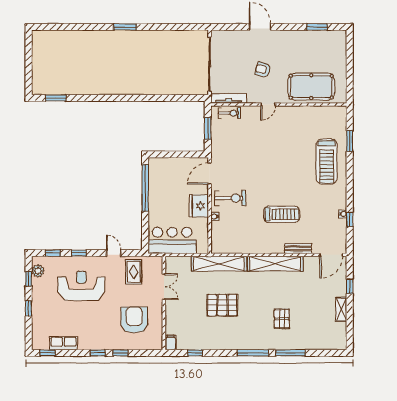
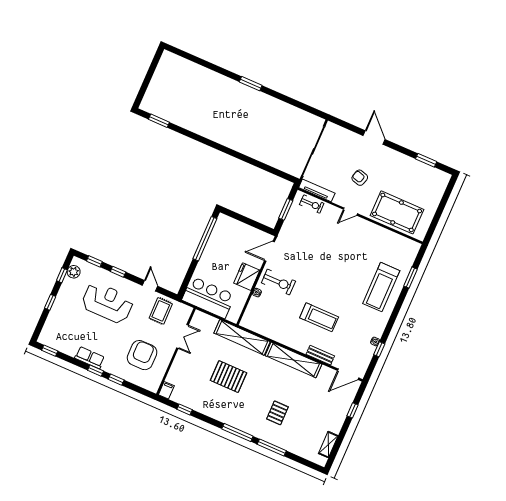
shelving: (341, 309) -> (328, 445), moved
row of seats: (63, 343) -> (90, 358), moved

